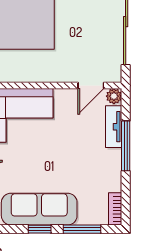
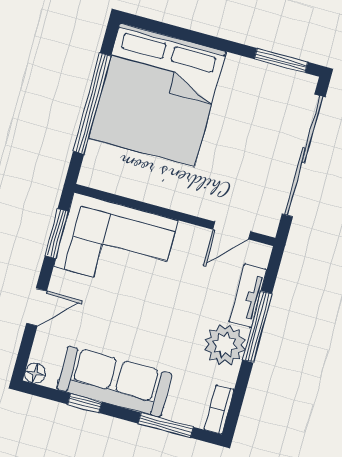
plant: (114, 96) -> (225, 345), moved, width x1.88, depth x1.88
window: (40, 229) -> (85, 403), moved

